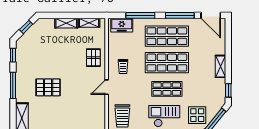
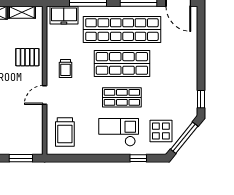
shop shelf: (167, 36) -> (122, 30), width x1.40
pallet: (93, 58) -> (27, 57), turned 90
shelving: (221, 66) -> (191, 68), removed

